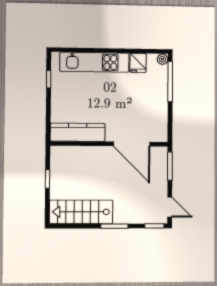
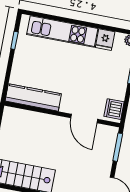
dishwasher: (159, 129) -> (114, 109), added
door: (132, 144) -> (84, 119), width x0.73

